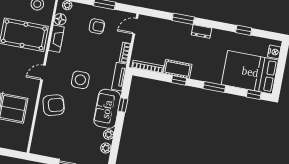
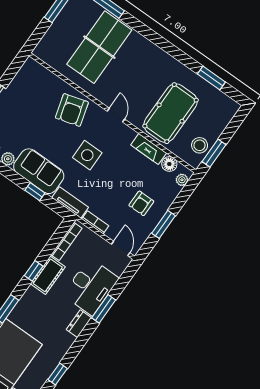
desk: (172, 35) -> (91, 287), added

